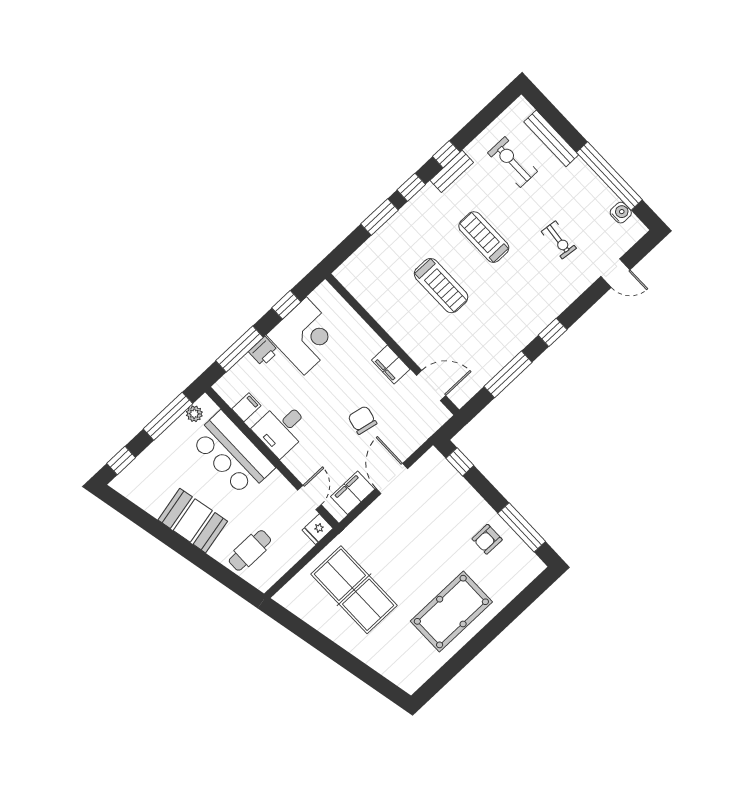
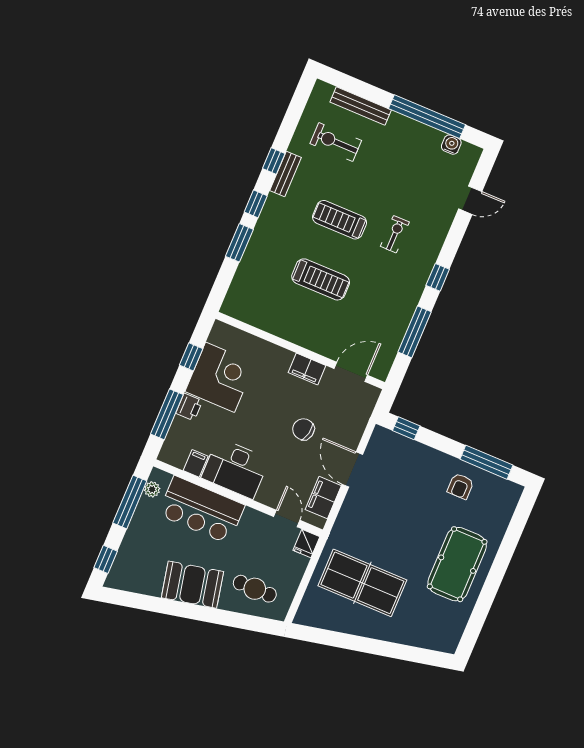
exercise bike: (559, 240) -> (395, 234), moved, turned -96
desk: (282, 429) -> (235, 468), width x1.37
cafe table: (250, 550) -> (255, 589), turned 90

